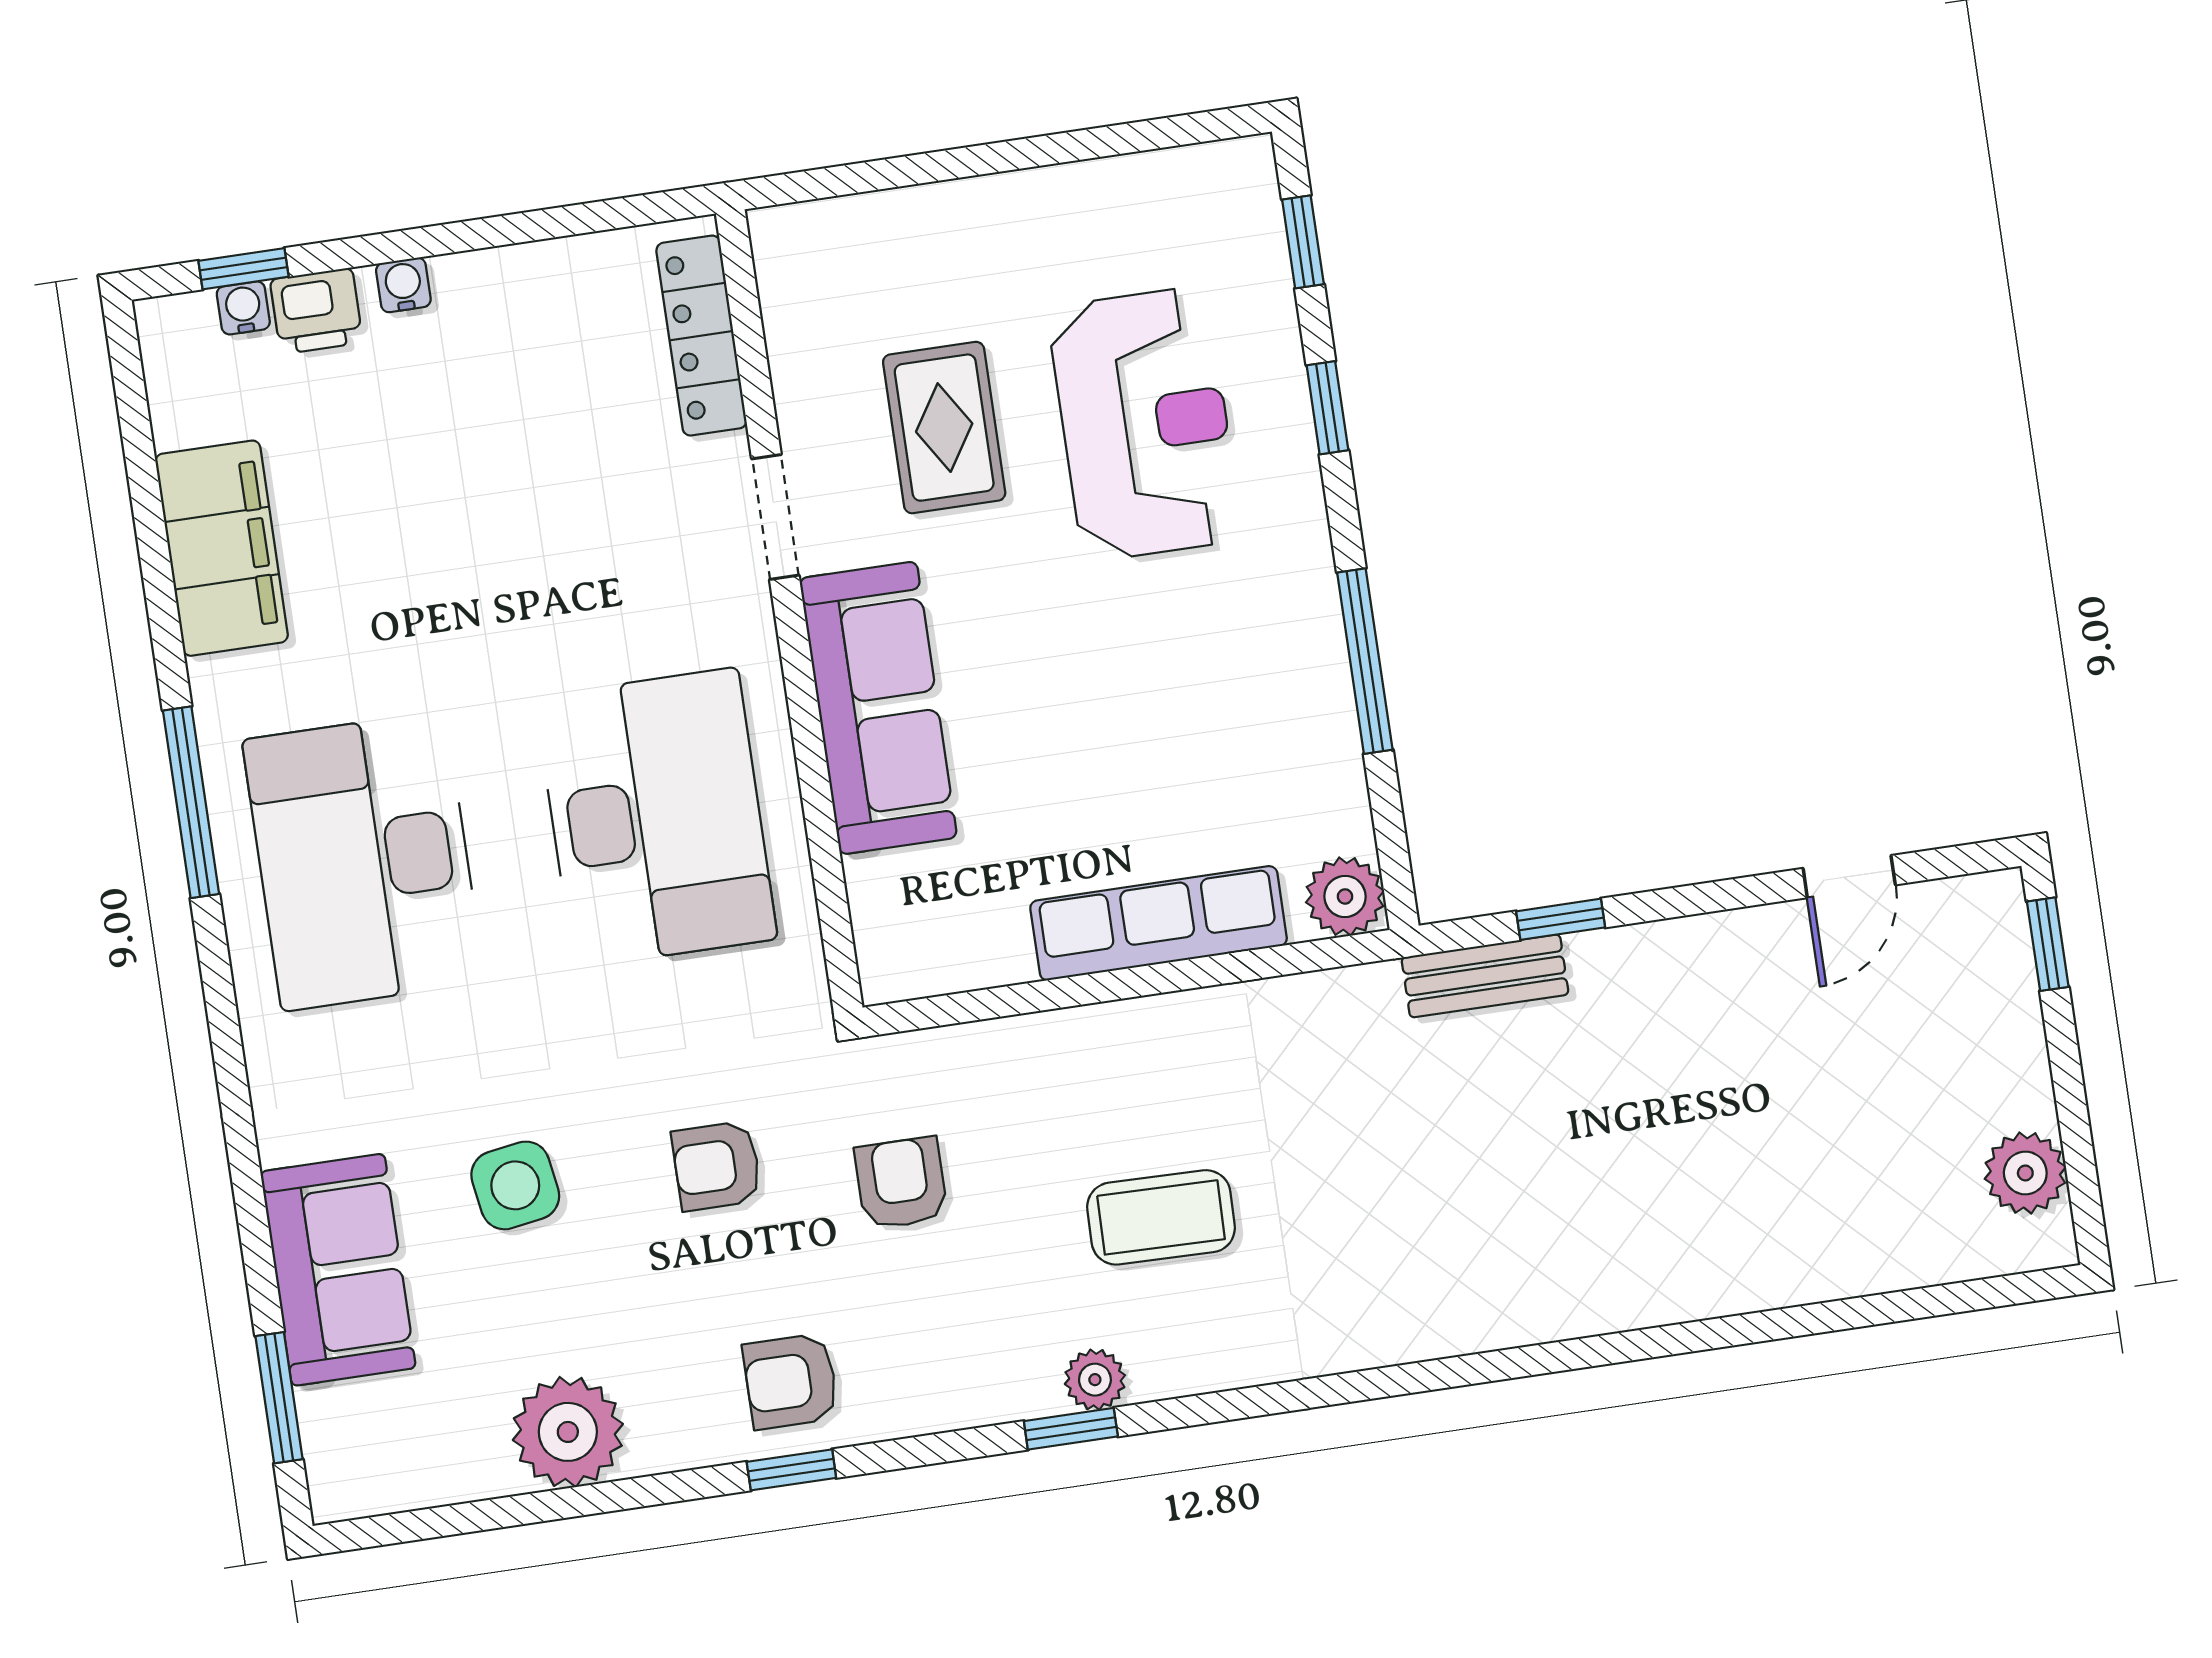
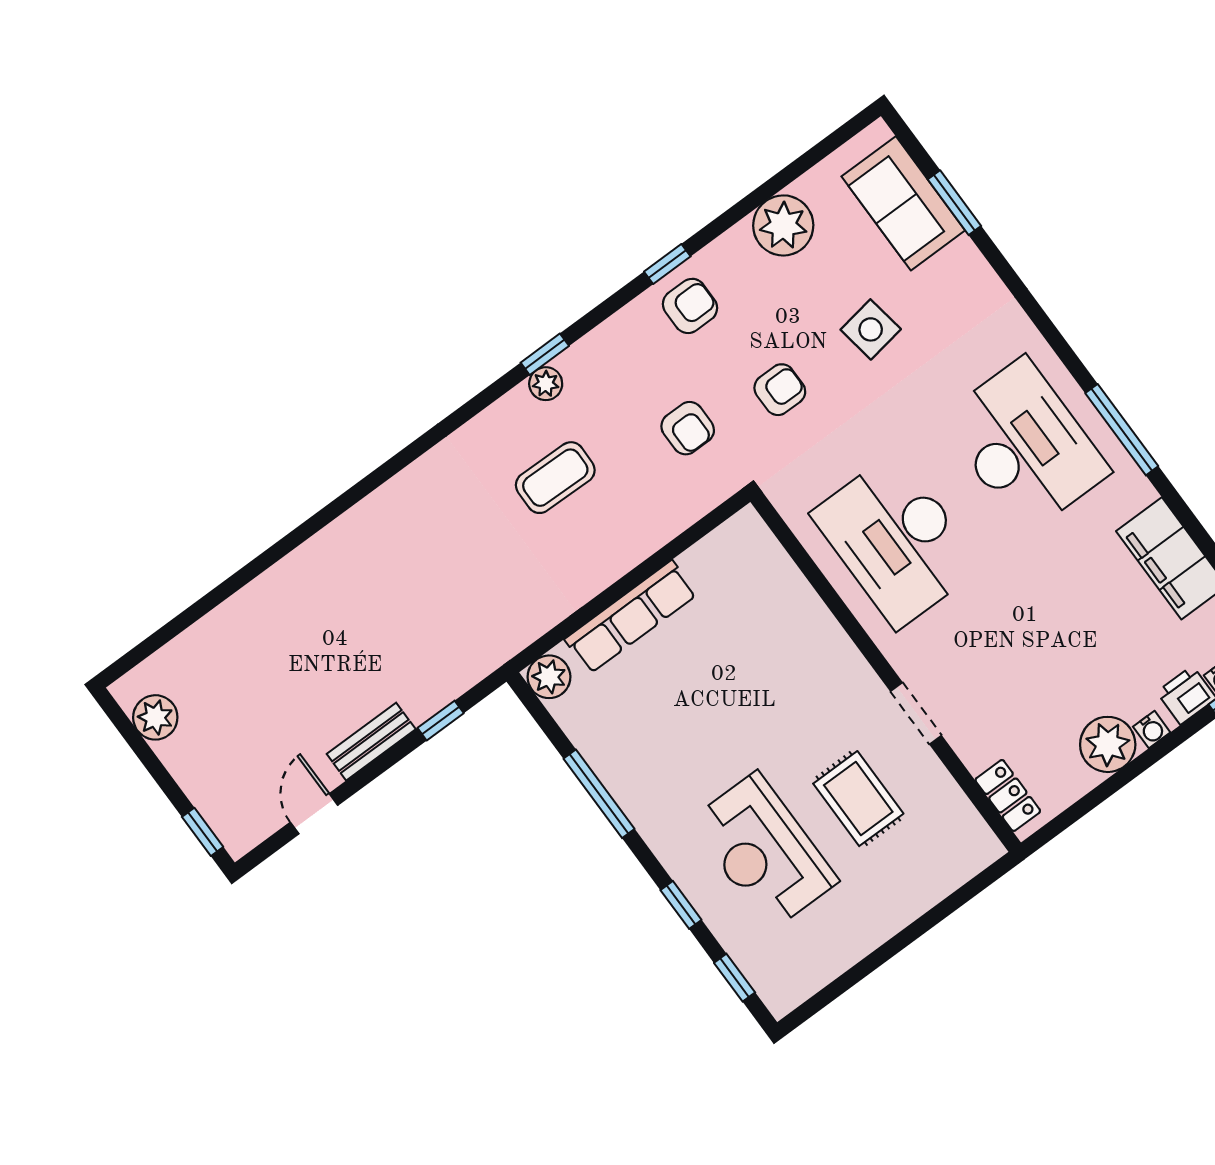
plant: (488, 299) -> (1108, 744), added
locker: (701, 336) -> (1008, 795), width x0.66
sofa: (878, 708) -> (819, 648), removed
bench: (1485, 976) -> (371, 742), moved
sofa: (338, 1270) -> (903, 203), moved
window: (279, 1398) -> (954, 203), moved

